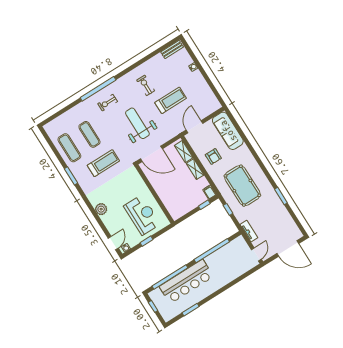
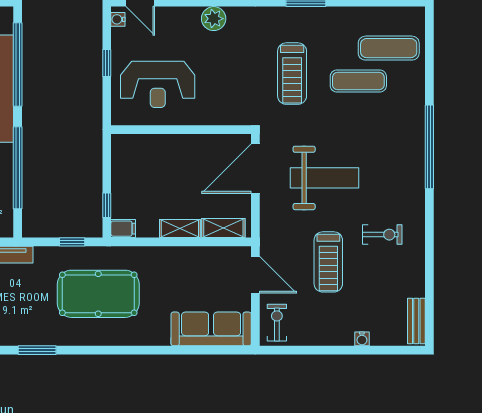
exercise bike: (108, 103) -> (277, 323), moved
exercise mat: (69, 148) -> (389, 48), moved
armchair: (213, 156) -> (182, 275), removed

